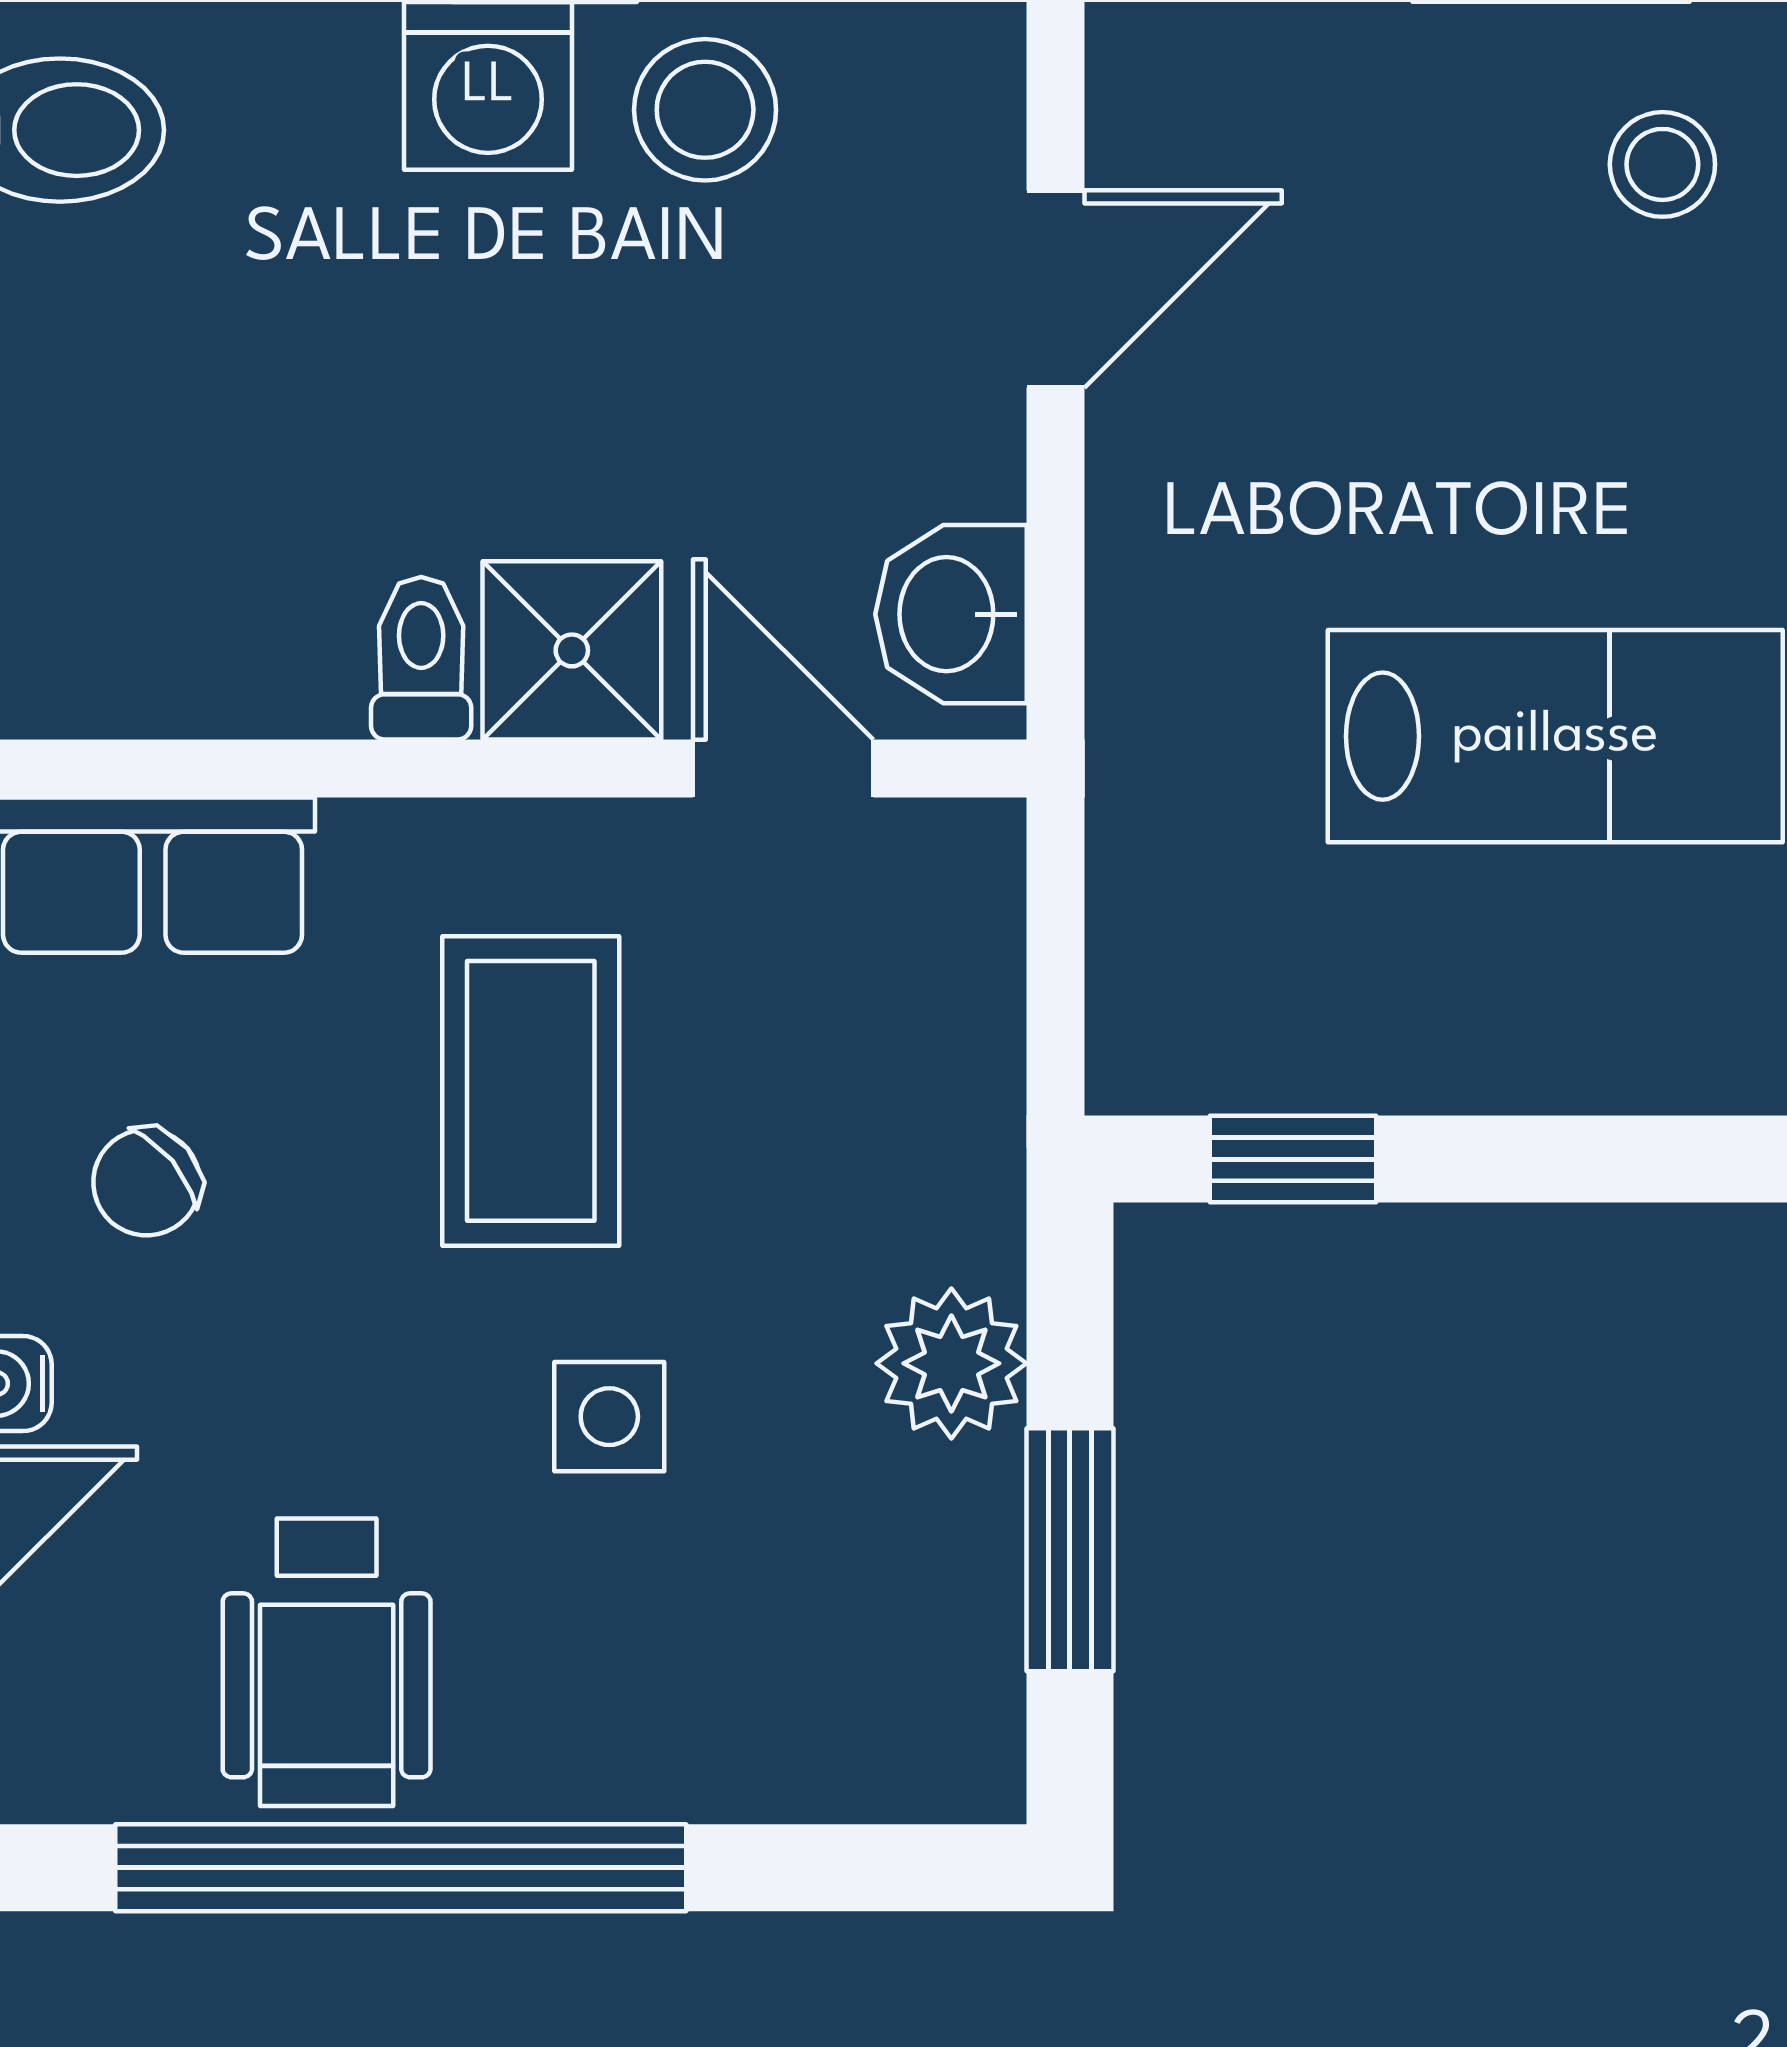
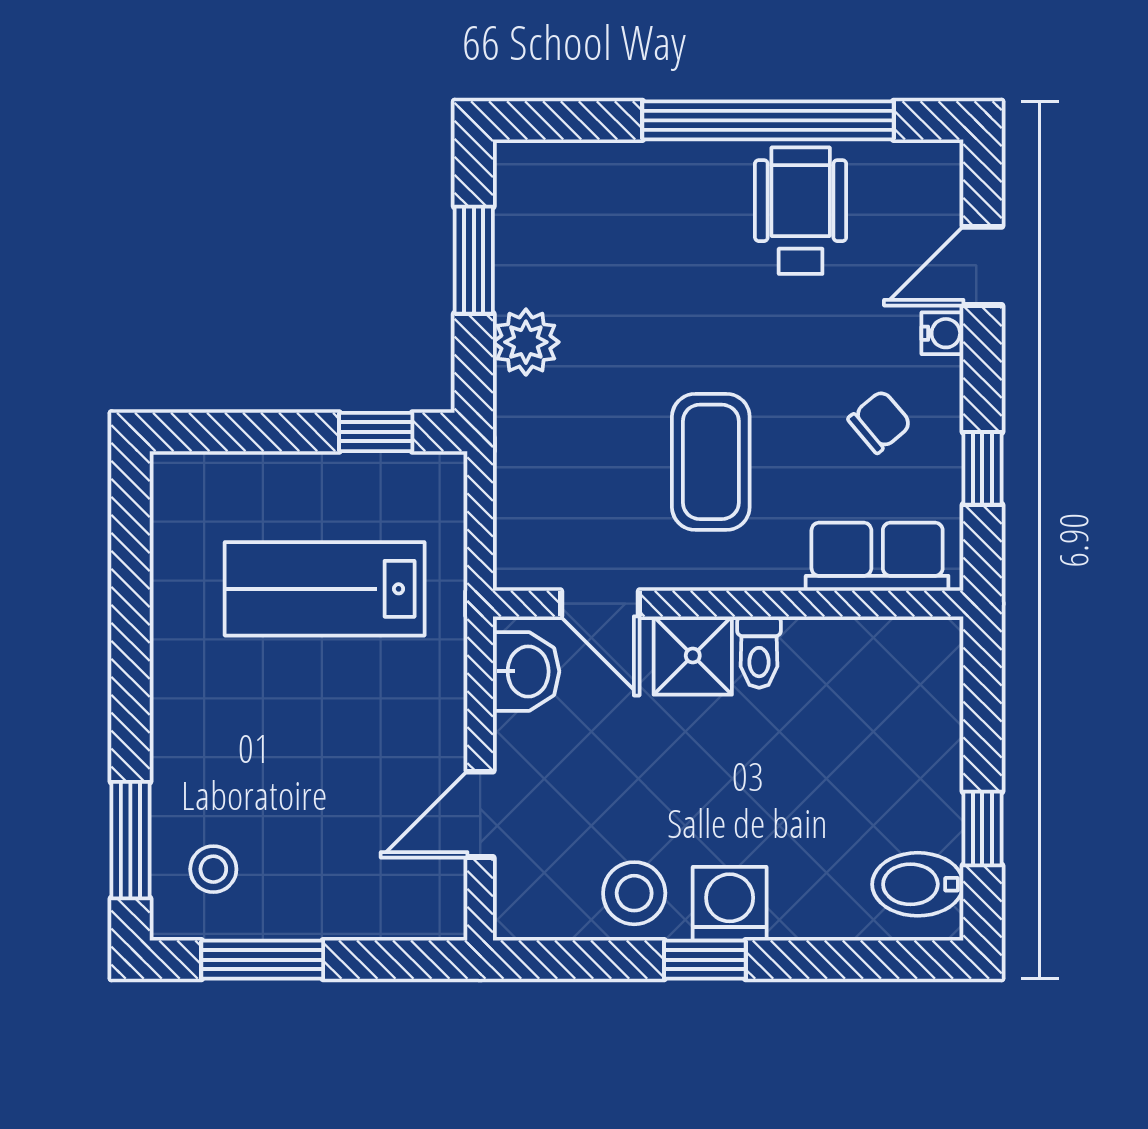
lab bench: (1555, 736) -> (325, 589), moved
side table: (609, 1417) -> (676, 319), removed

